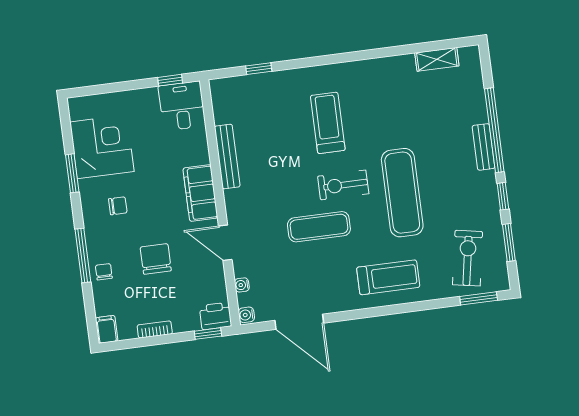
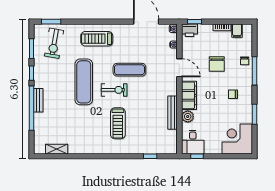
corner desk: (102, 147) -> (237, 139), moved, turned 90
plant: (198, 153) -> (188, 117), added
filing cabinet: (107, 329) -> (237, 31), moved

